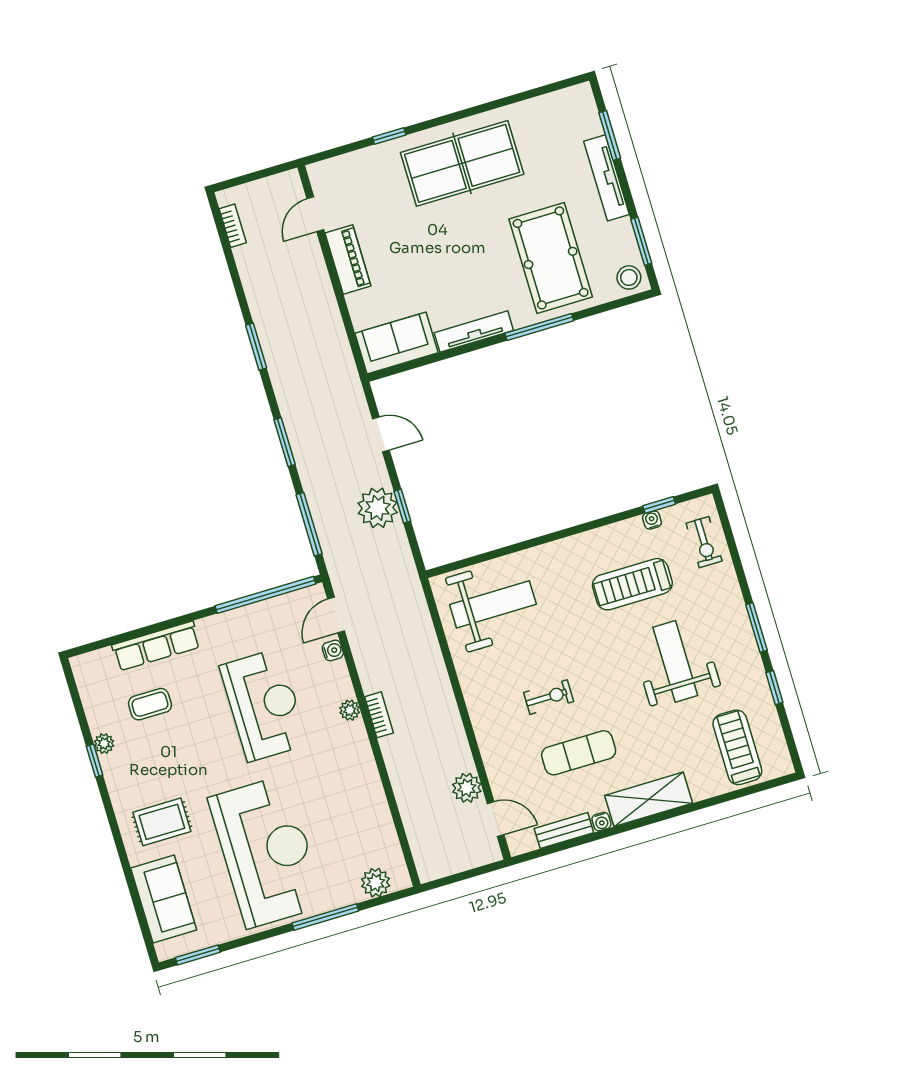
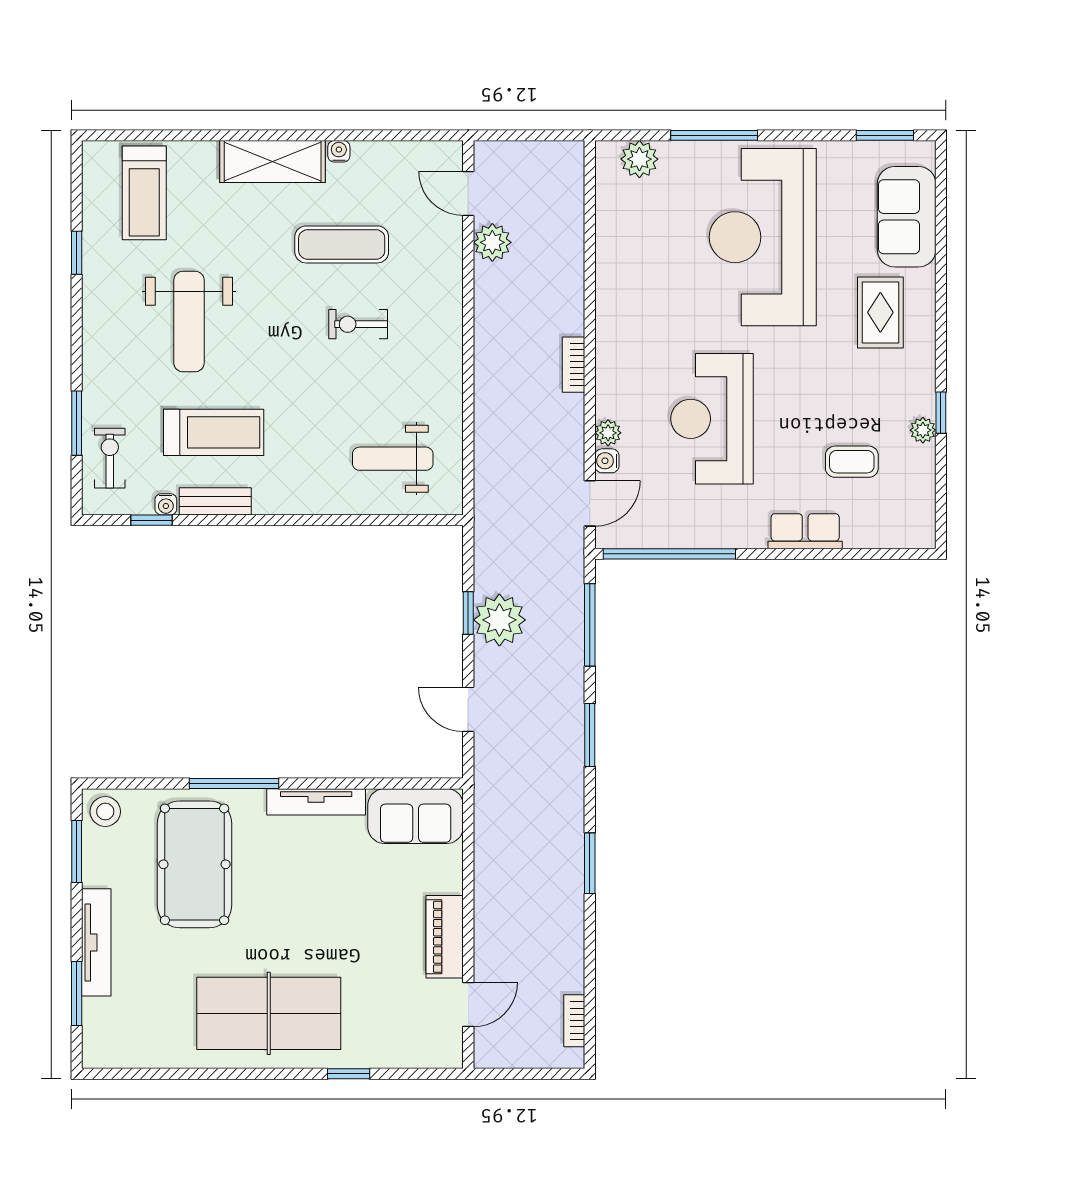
weight bench: (493, 604) -> (393, 459), width x0.73, depth x0.75
window: (756, 628) -> (77, 423), moved
row of seats: (156, 646) -> (805, 531), width x0.68
plant: (350, 710) -> (608, 433), moved
rug: (162, 822) -> (880, 312), turned 90
bench: (564, 831) -> (215, 501), moved

